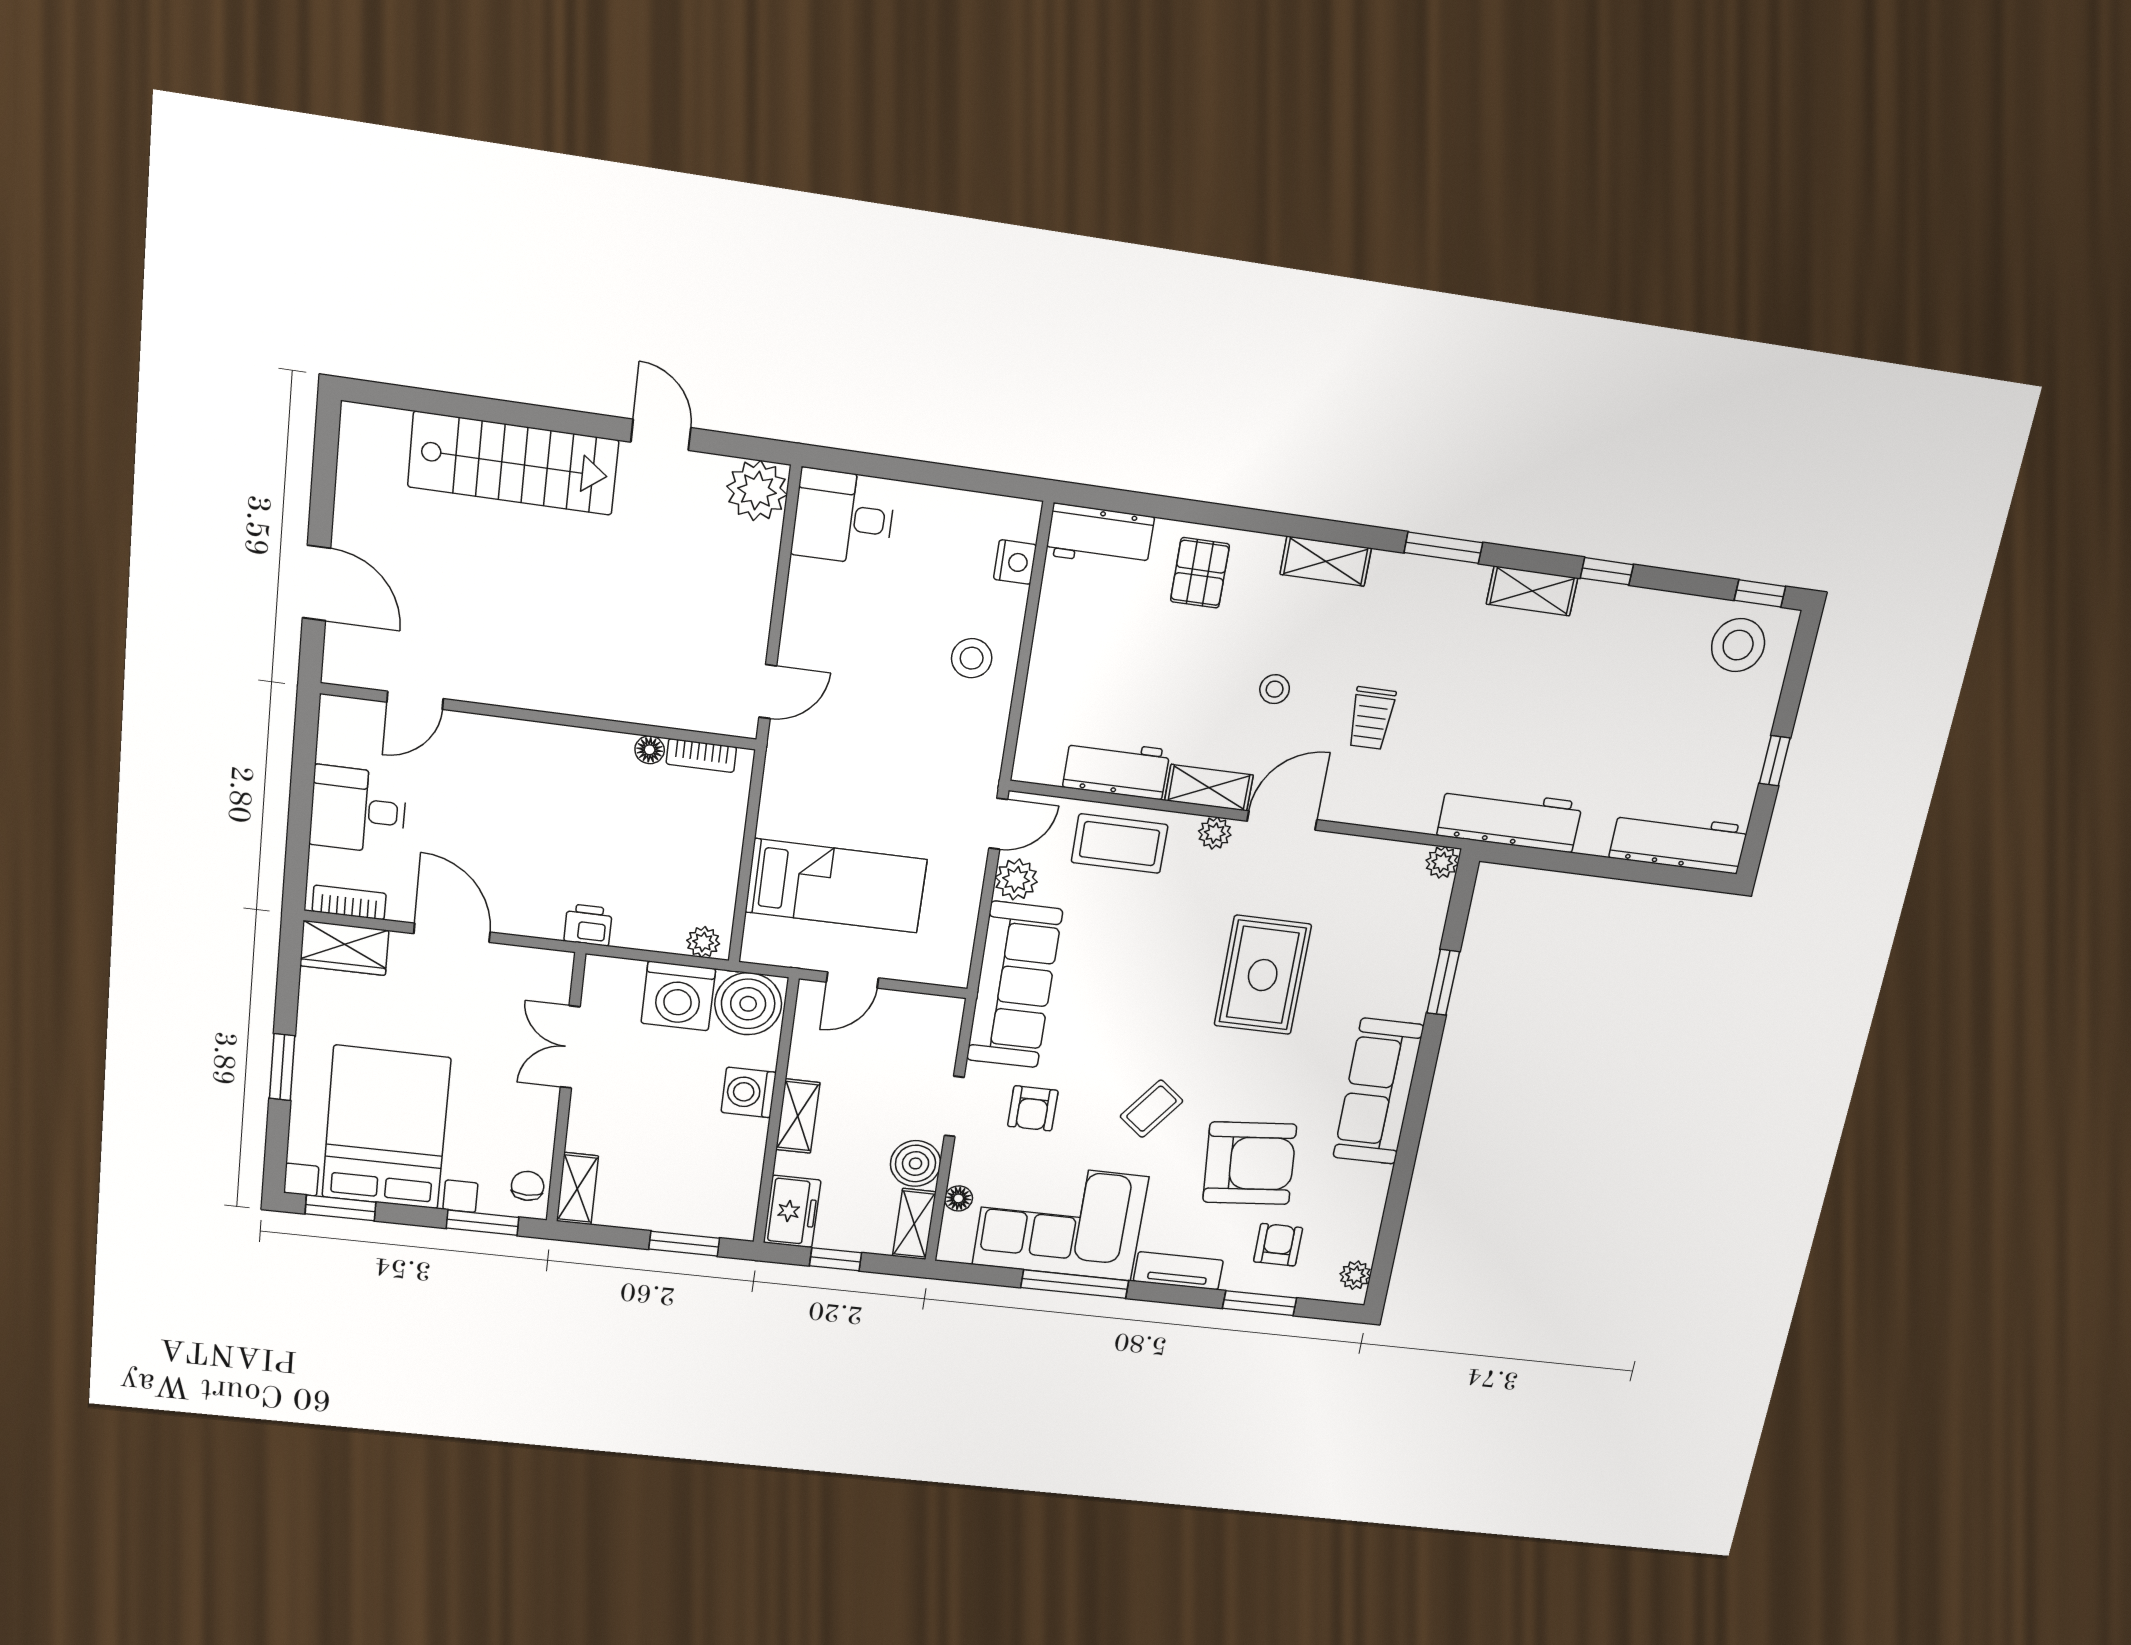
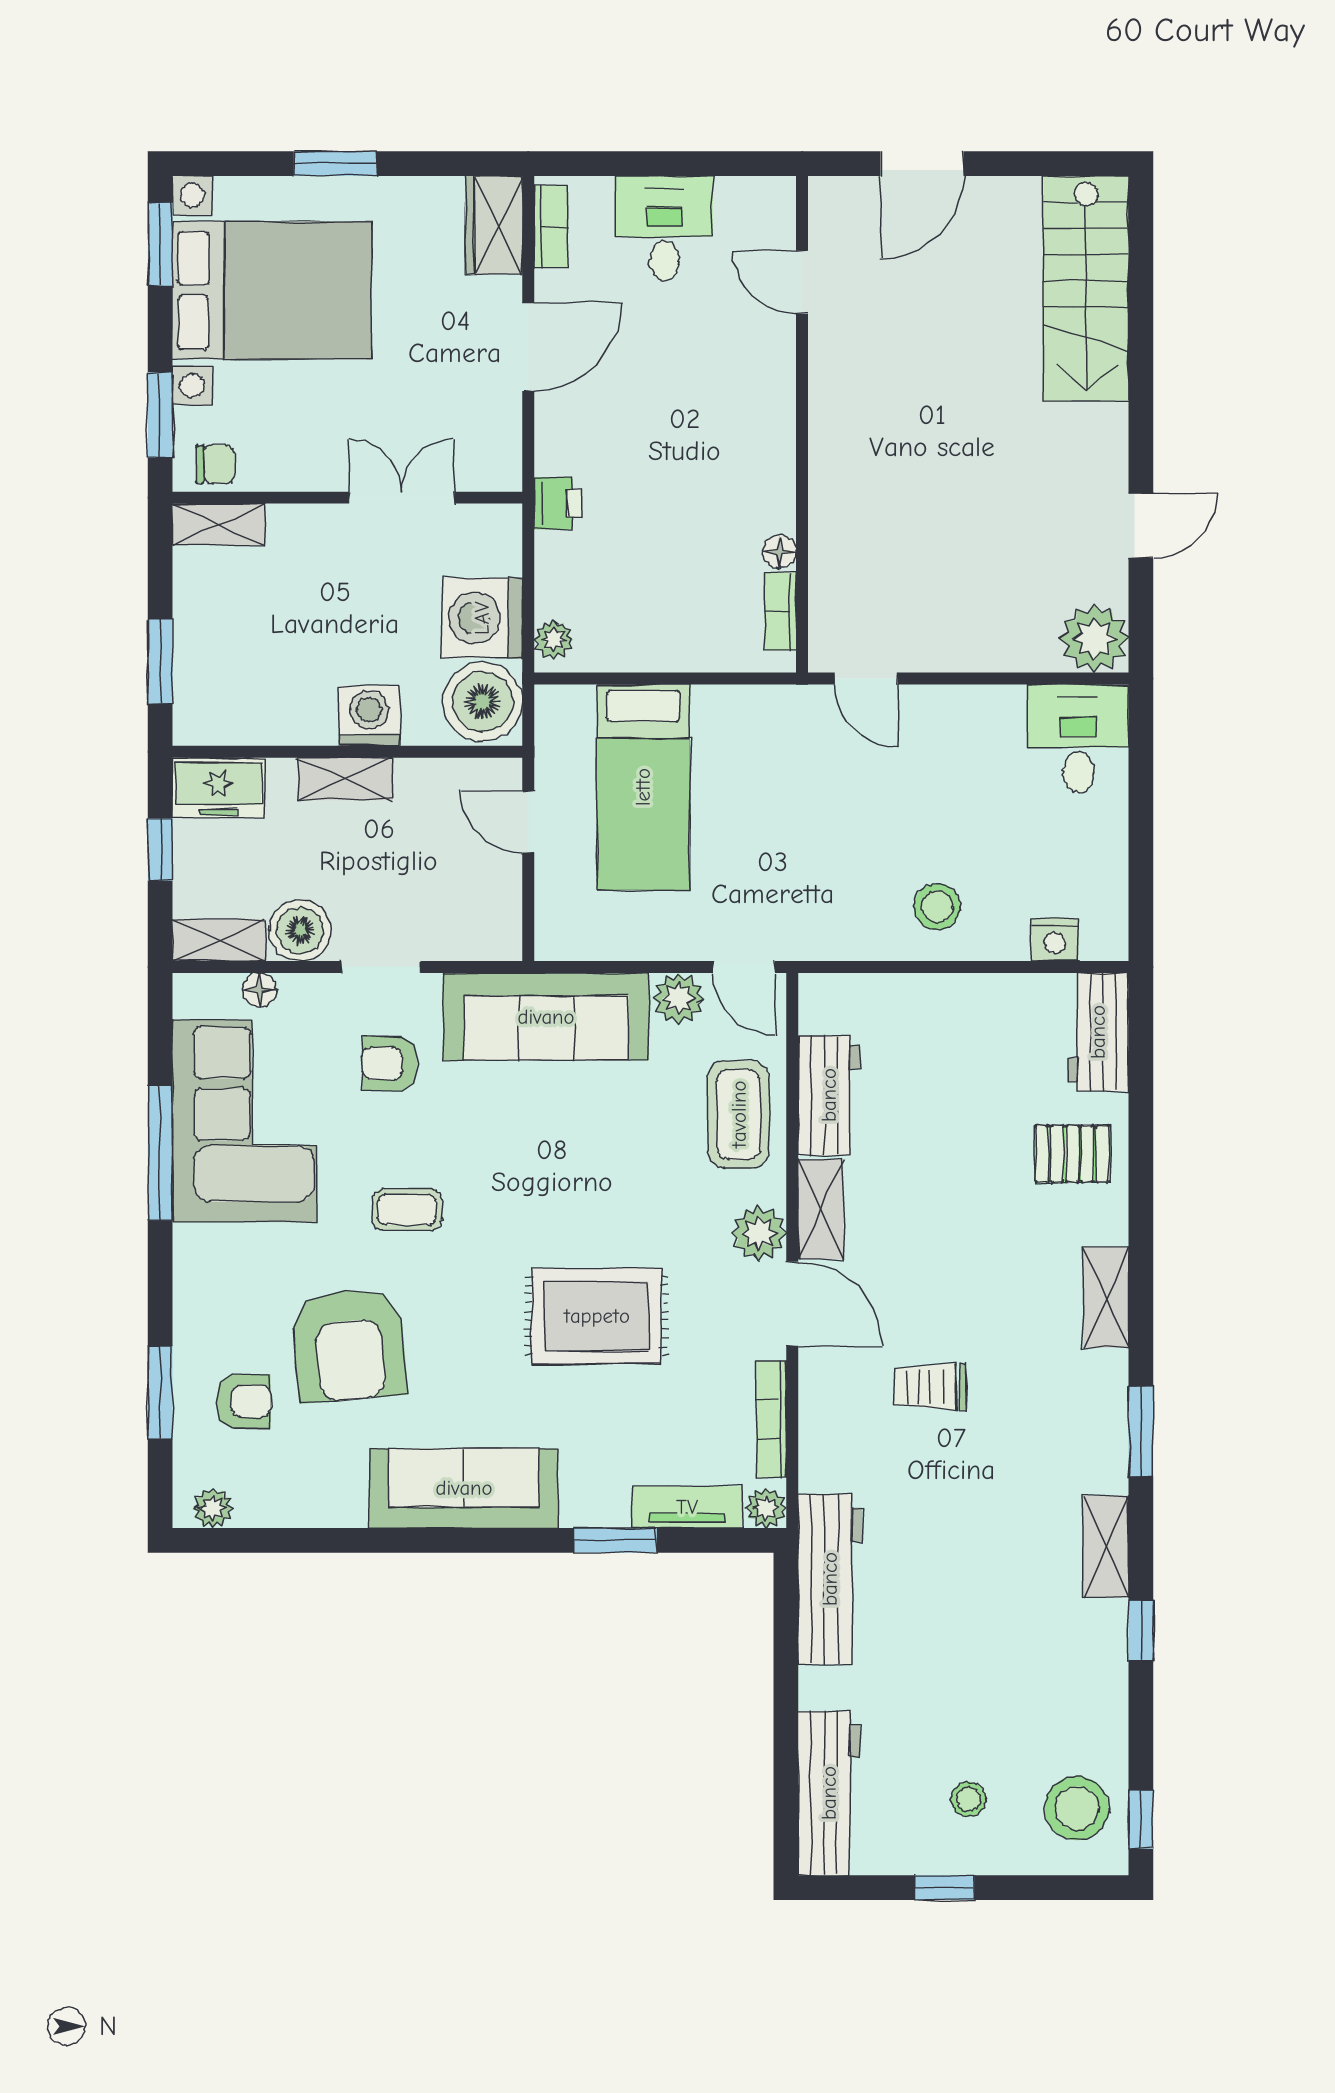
stairs: (513, 463) -> (1086, 289), moved
stool: (1275, 689) -> (969, 1799), moved
plant: (1215, 833) -> (759, 1233), width x1.38, depth x1.38
bookcase: (1372, 849) -> (771, 1419), added
coffee table: (1151, 1109) -> (407, 1210), turned -38
tv unit: (1178, 1271) -> (687, 1507), moved, turned -90

